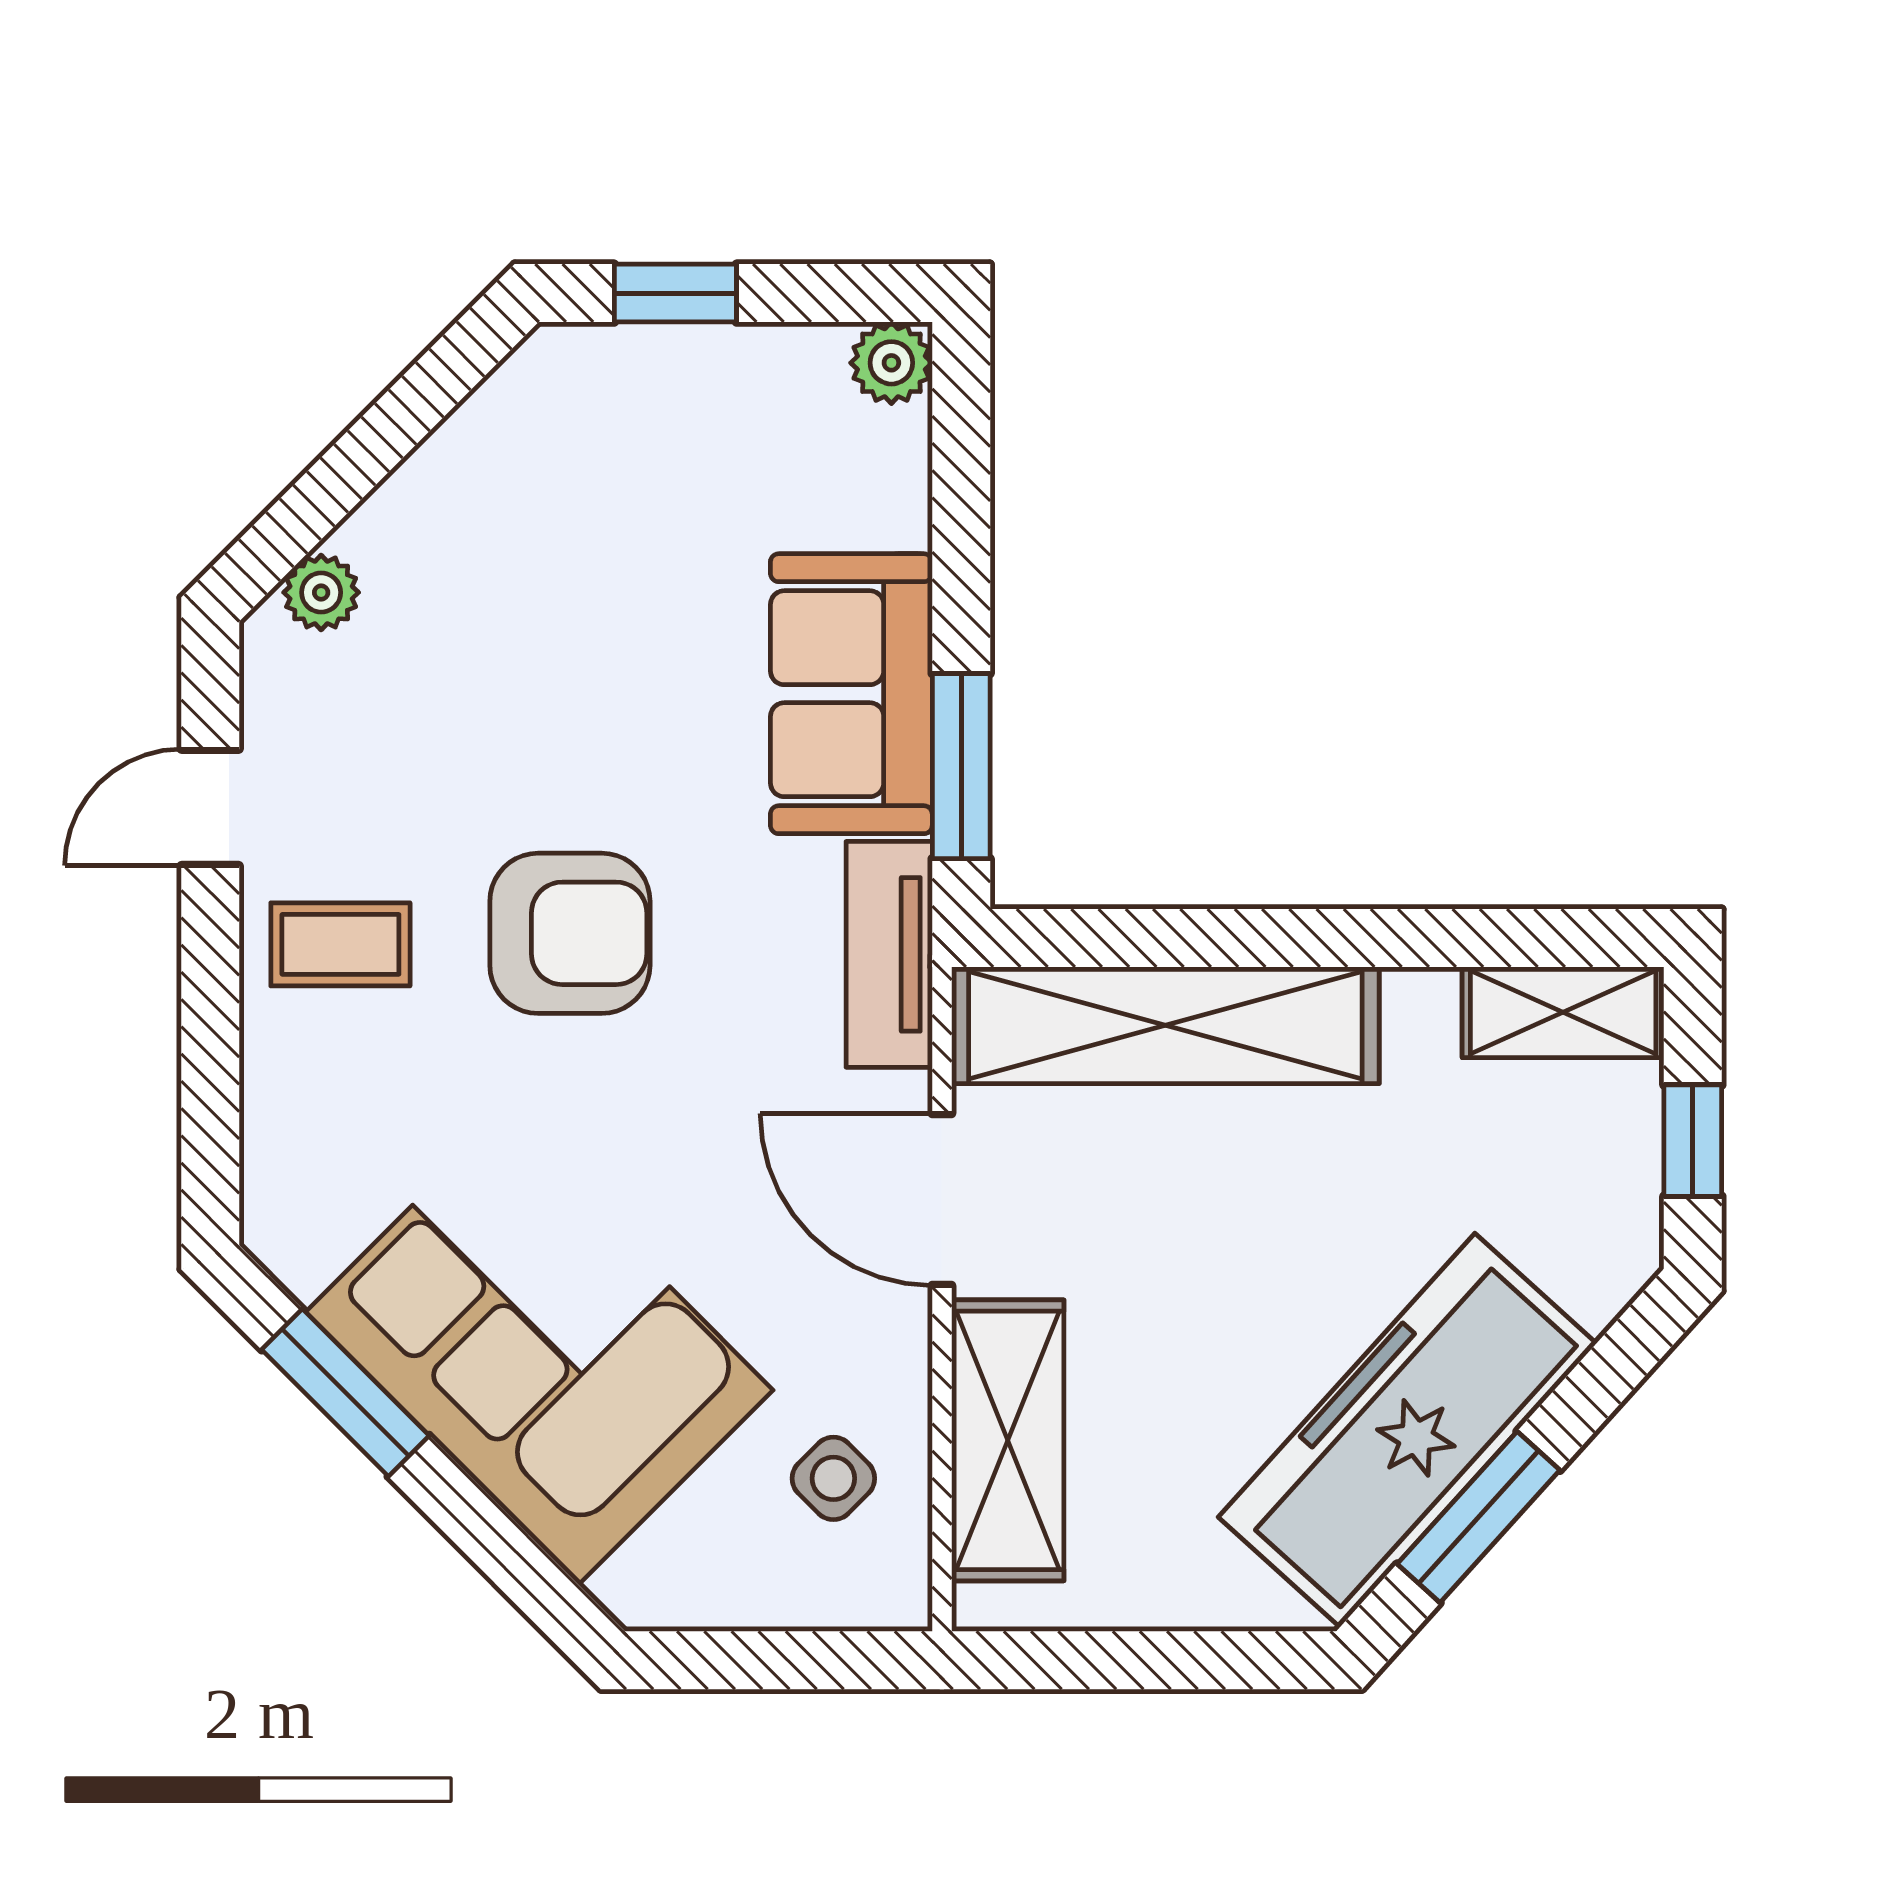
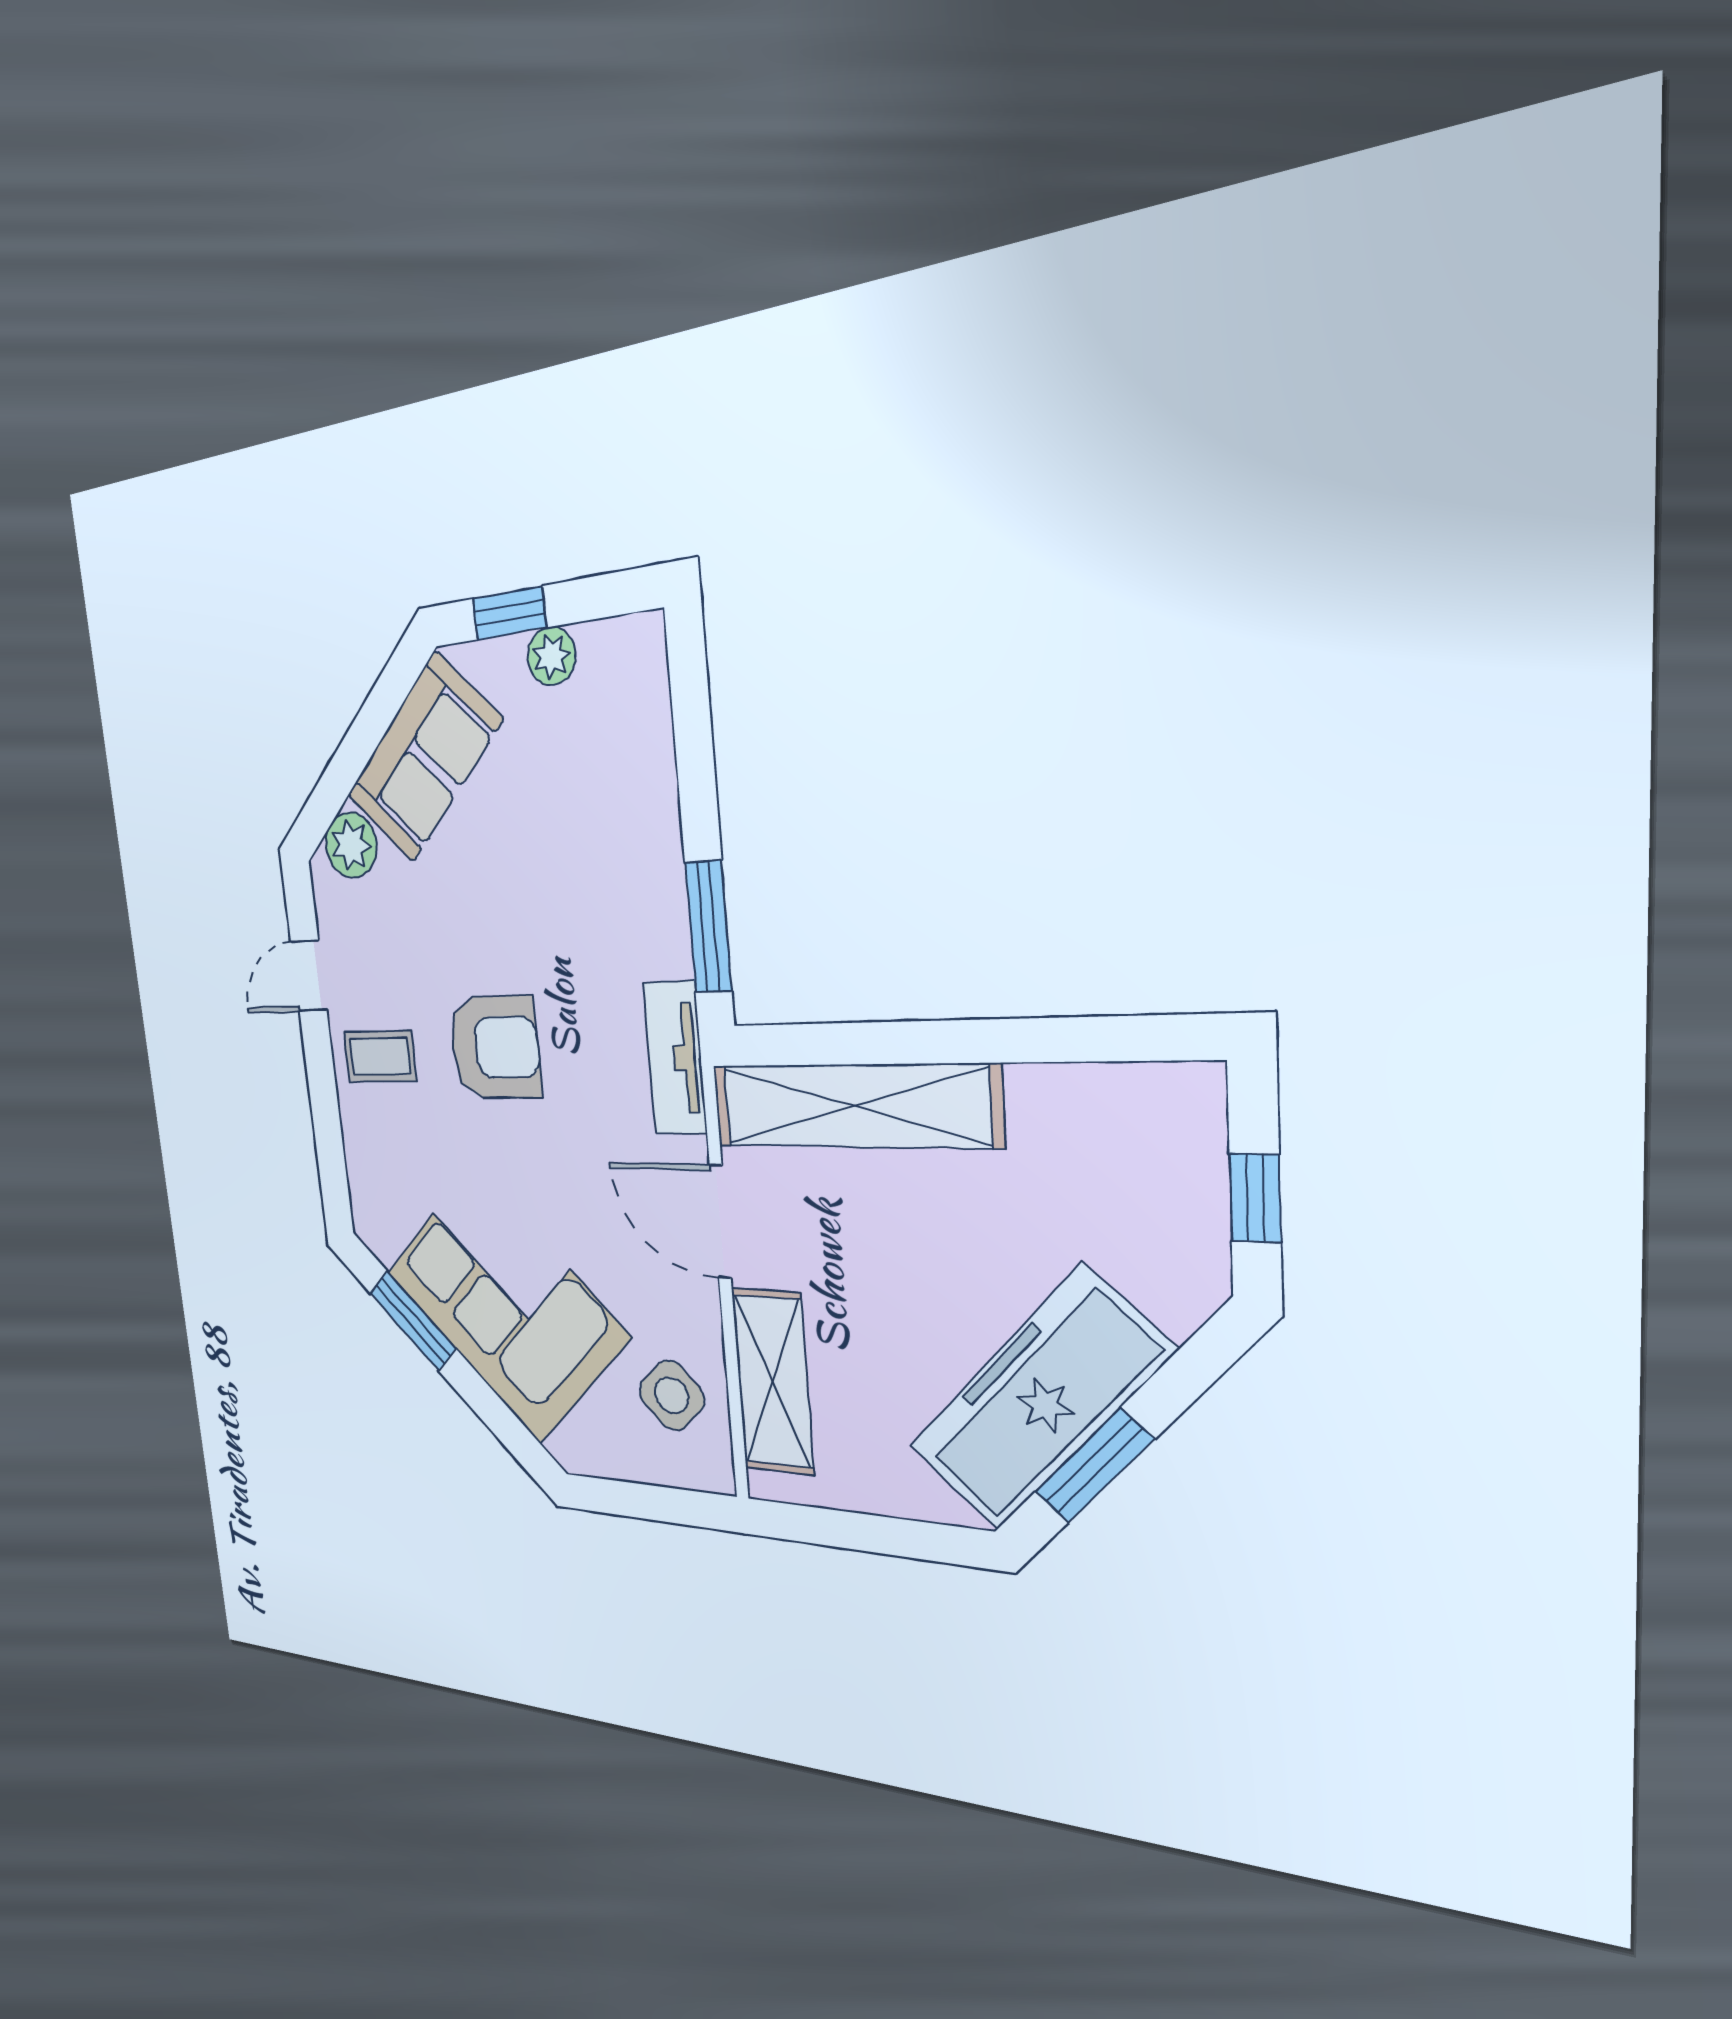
plant: (891, 363) -> (551, 656), moved
plant: (321, 592) -> (351, 845), width x1.38, depth x1.38
sofa: (851, 694) -> (424, 758), moved, turned -135
shelving: (1563, 1012) -> (1145, 1096), removed
side table: (833, 1478) -> (672, 1395), width x1.37, depth x1.37

